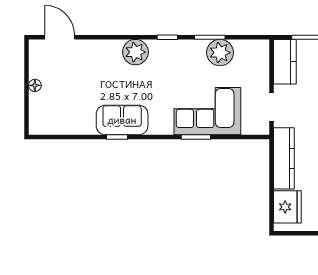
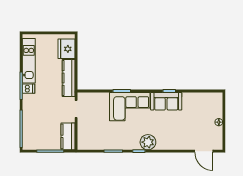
plant: (135, 52) -> (148, 142), moved
plant: (220, 53) -> (107, 142), removed
corner sofa: (207, 111) -> (130, 107), moved

